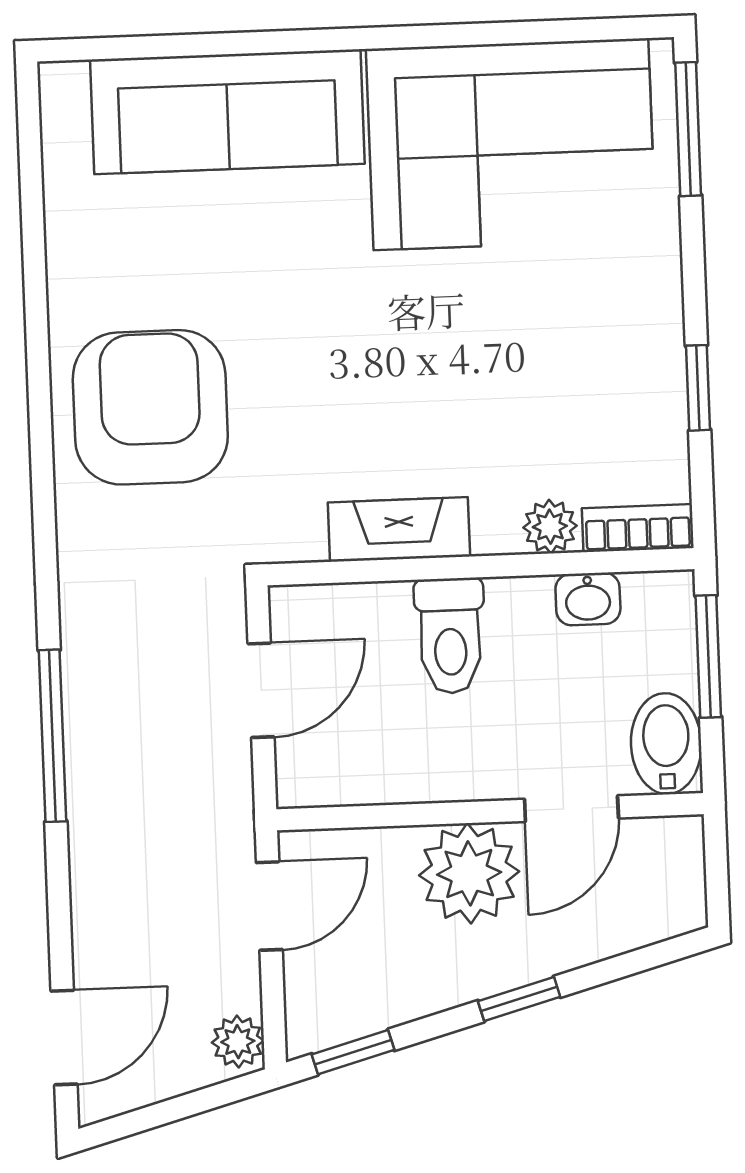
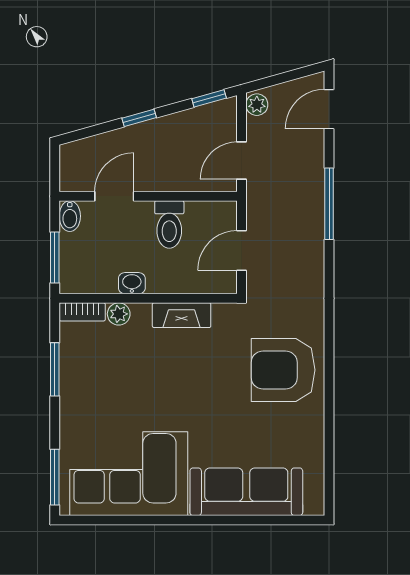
window: (698, 388) -> (55, 369), width x1.50
armchair: (150, 407) -> (283, 370), turned 90
washbasin: (588, 599) -> (132, 283), moved
toilet: (450, 636) -> (169, 224), moved, turned 180
window: (52, 736) -> (329, 204), moved
bidet: (666, 744) -> (70, 216), width x0.72, depth x0.74
plant: (469, 873) -> (158, 171), removed

